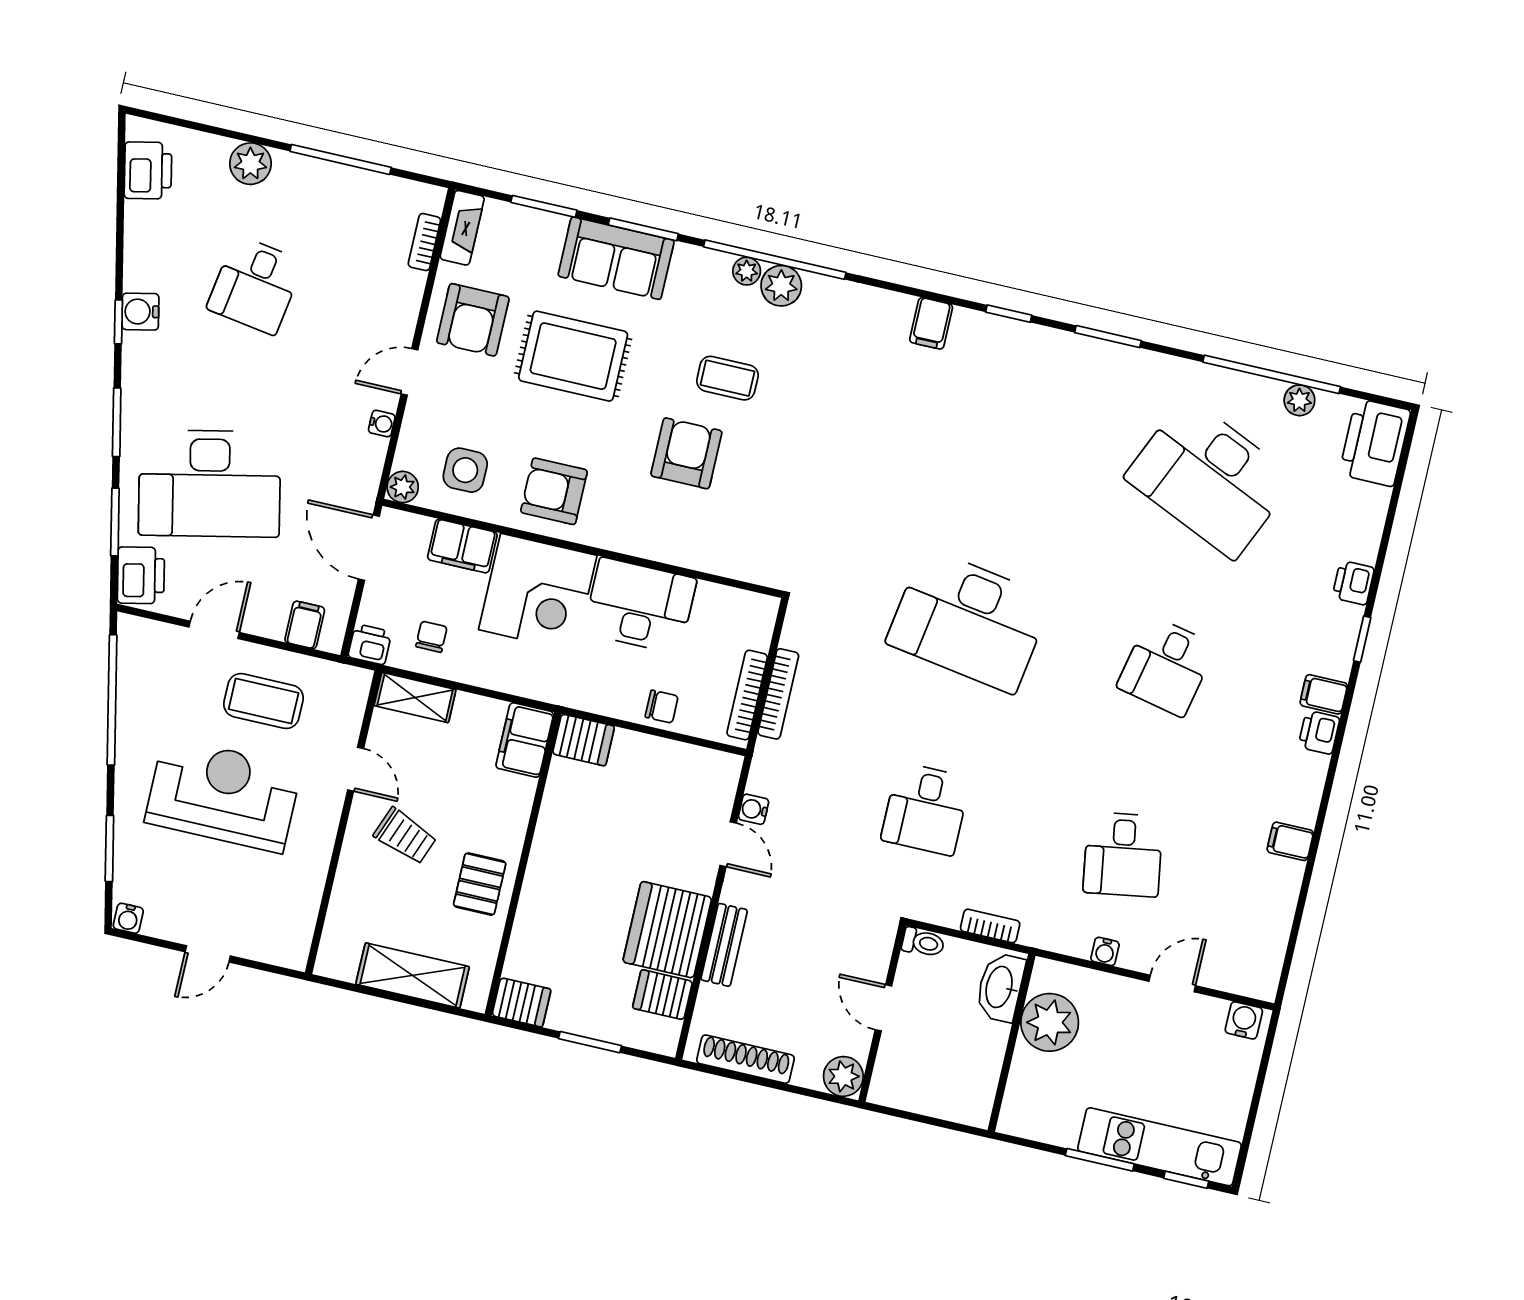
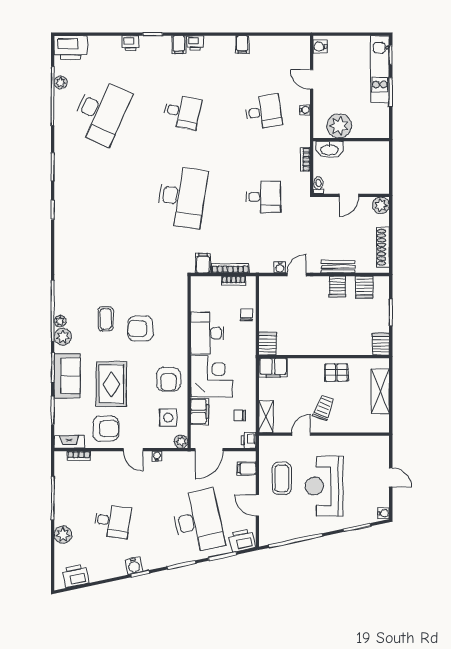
plant: (781, 286) -> (63, 337), moved
filing cabinet: (931, 323) -> (203, 263), moved, turned -90
bookcase: (747, 695) -> (234, 281), width x0.64
server rack: (667, 930) -> (337, 287), width x0.46, depth x0.70

